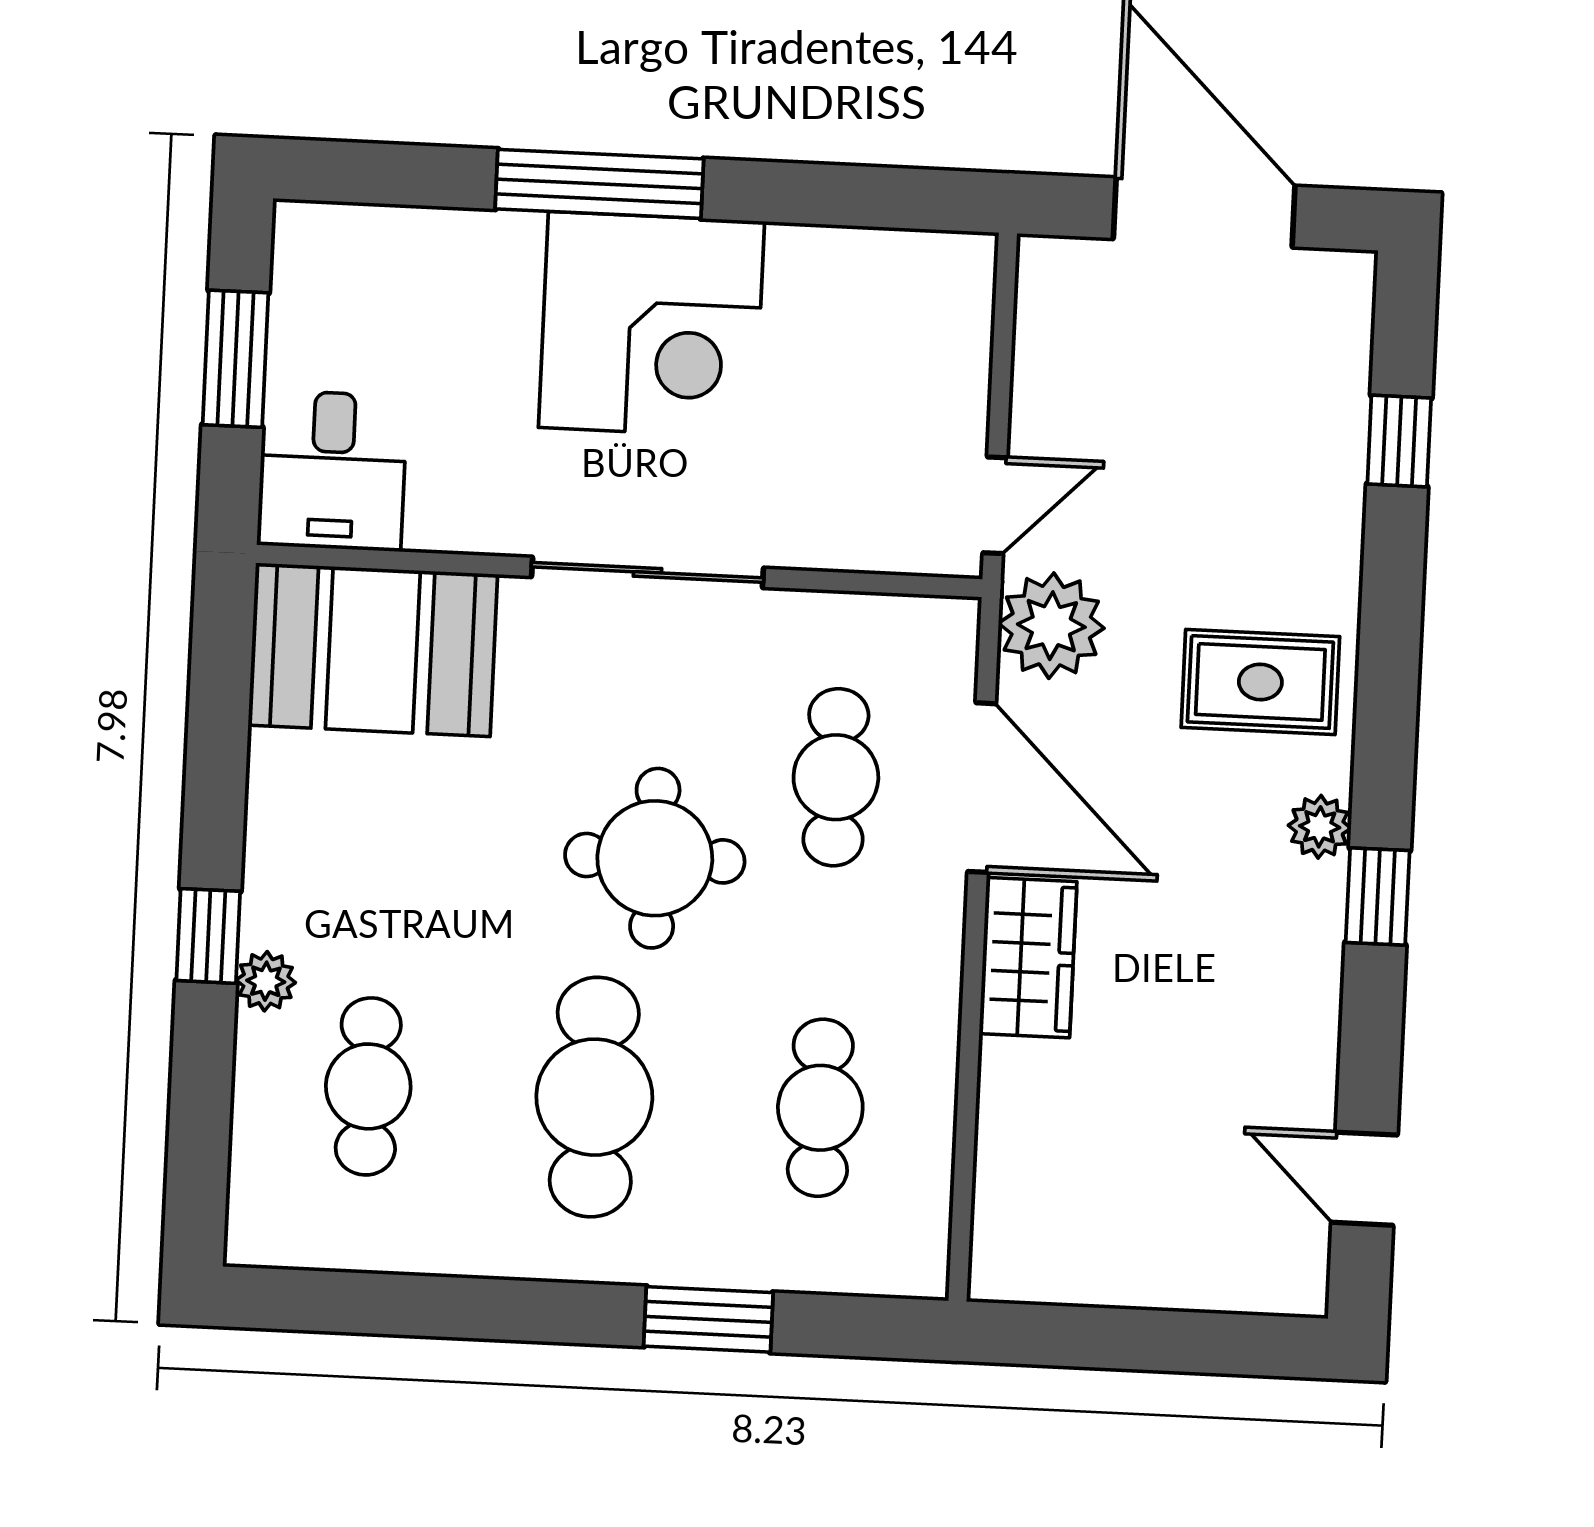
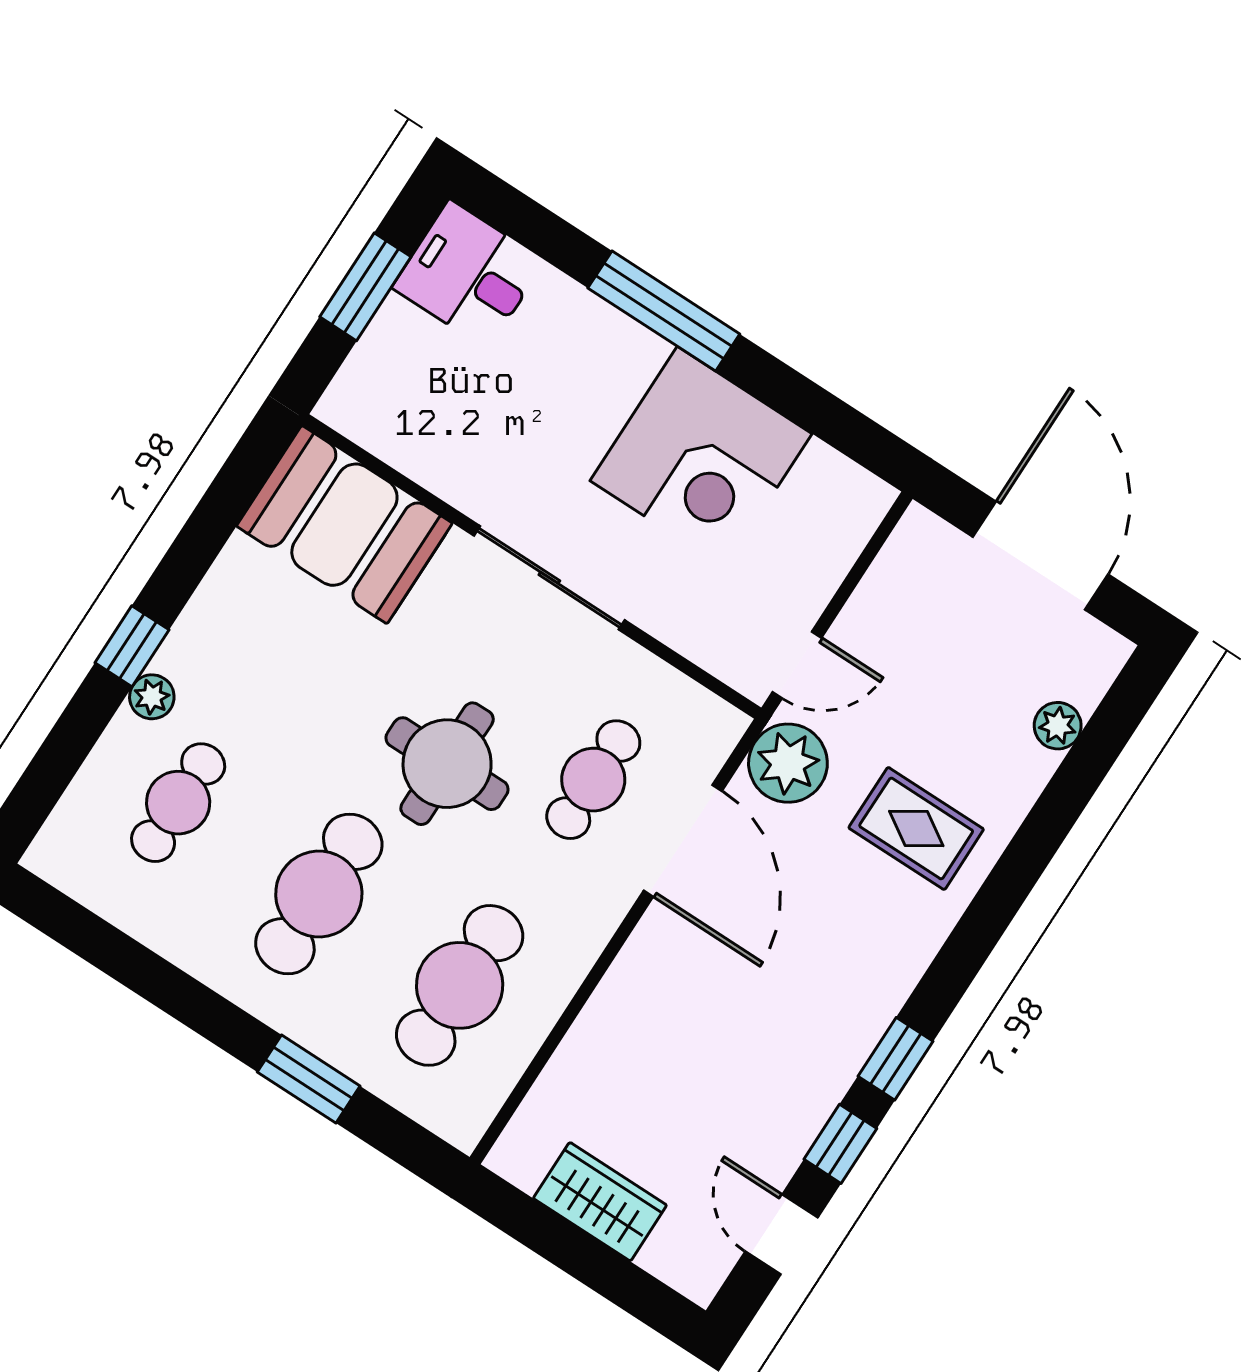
corner desk: (651, 324) -> (701, 457), moved
window: (1399, 441) -> (840, 1144), moved
desk: (332, 471) -> (469, 274), moved, turned 90
rug: (1260, 682) -> (916, 828), moved
plant: (1320, 827) -> (1058, 726), moved
wardrobe: (1028, 958) -> (600, 1202), moved, turned -90
cafe table: (820, 1108) -> (460, 985), width x1.37, depth x1.35

